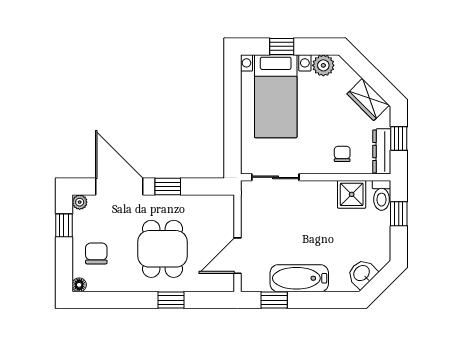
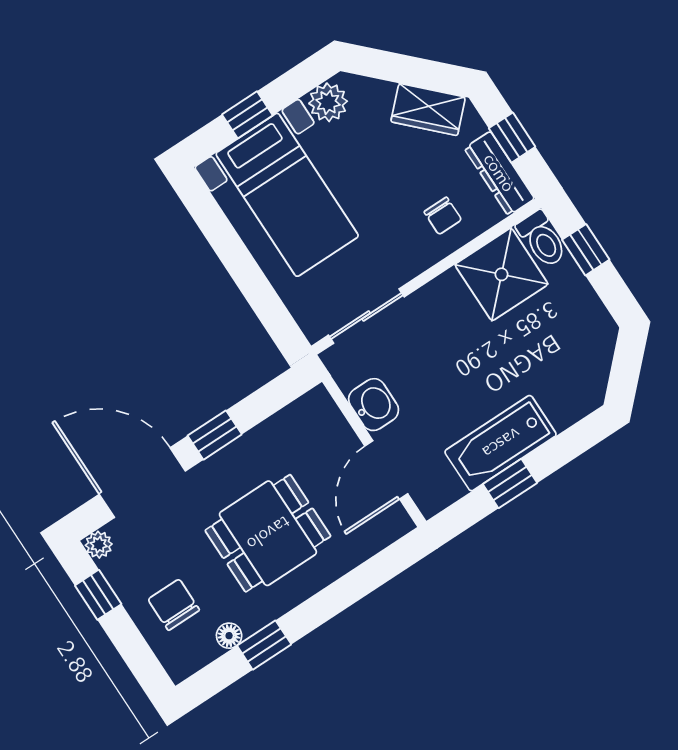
chair: (342, 154) -> (443, 216), turned 180
shower: (352, 194) -> (501, 274), width x1.36, depth x1.36
dining table: (162, 249) -> (268, 533), turned 90
washbasin: (362, 274) -> (374, 405), moved, turned 135
floor lamp: (79, 285) -> (229, 636), moved
window: (171, 300) -> (264, 645), moved
window: (274, 300) -> (510, 484), moved

